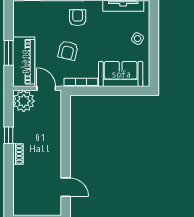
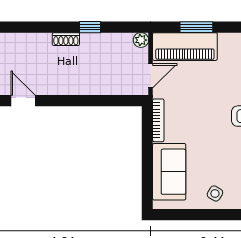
armchair: (68, 50) -> (200, 104), removed
plant: (24, 101) -> (141, 40), width x0.53, depth x0.53
door: (66, 187) -> (23, 101), swing flipped

